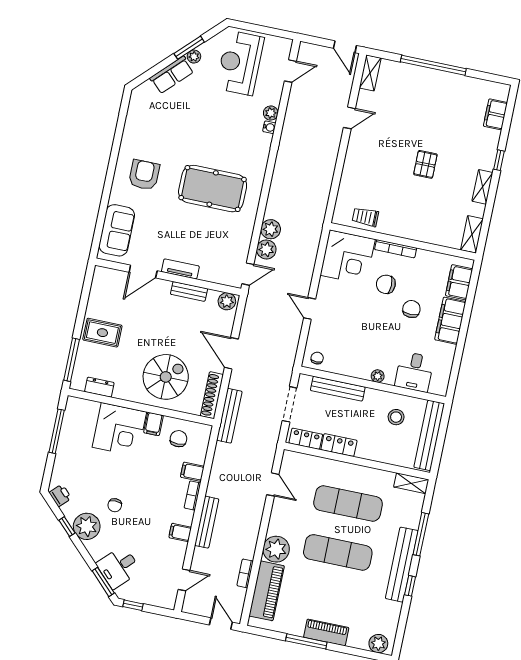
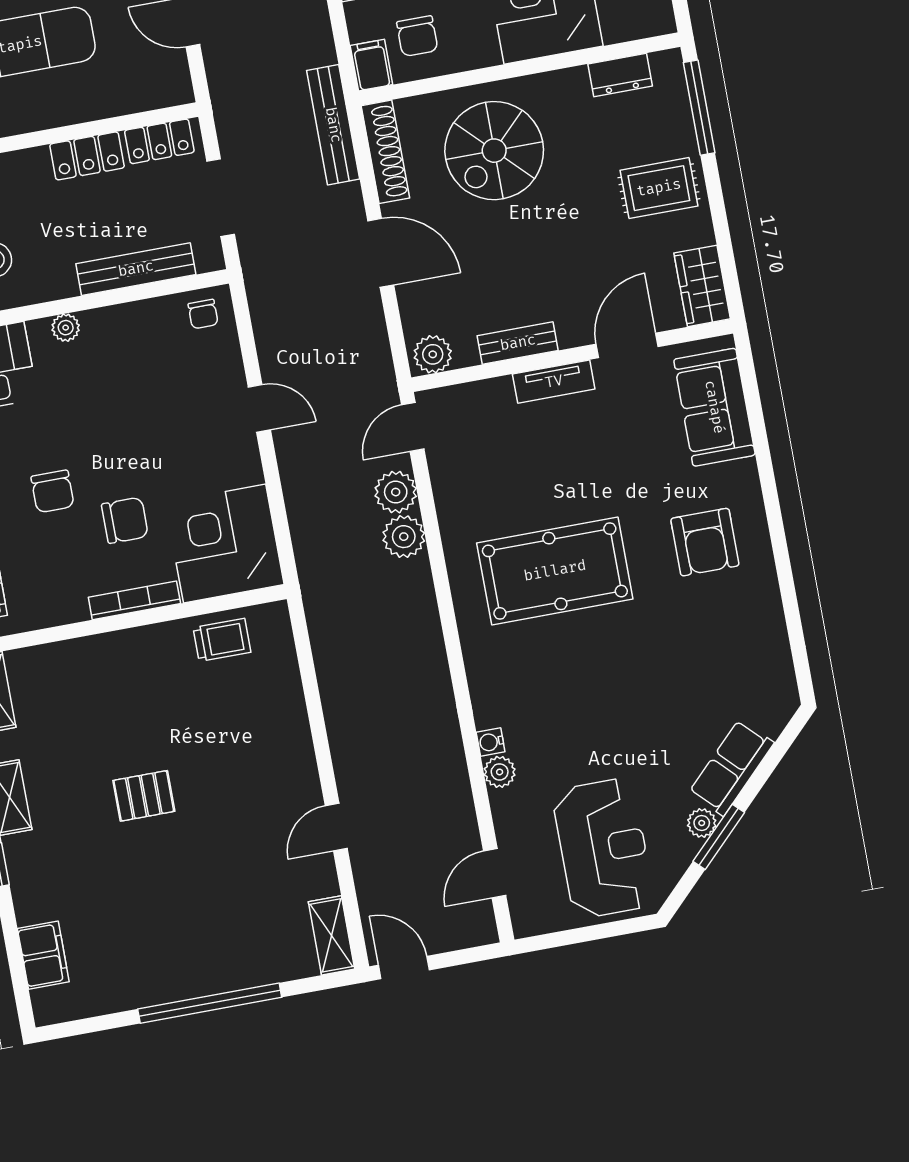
pallet: (425, 164) -> (144, 796), turned 90
wardrobe: (101, 284) -> (702, 286), added
filing cabinet: (153, 424) -> (371, 65), moved

